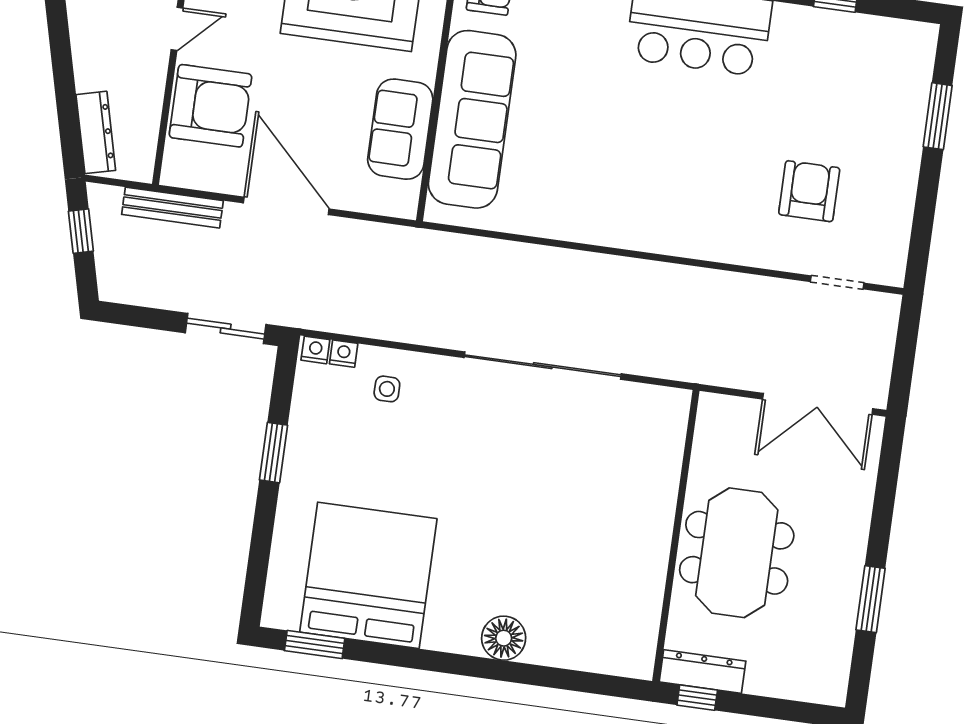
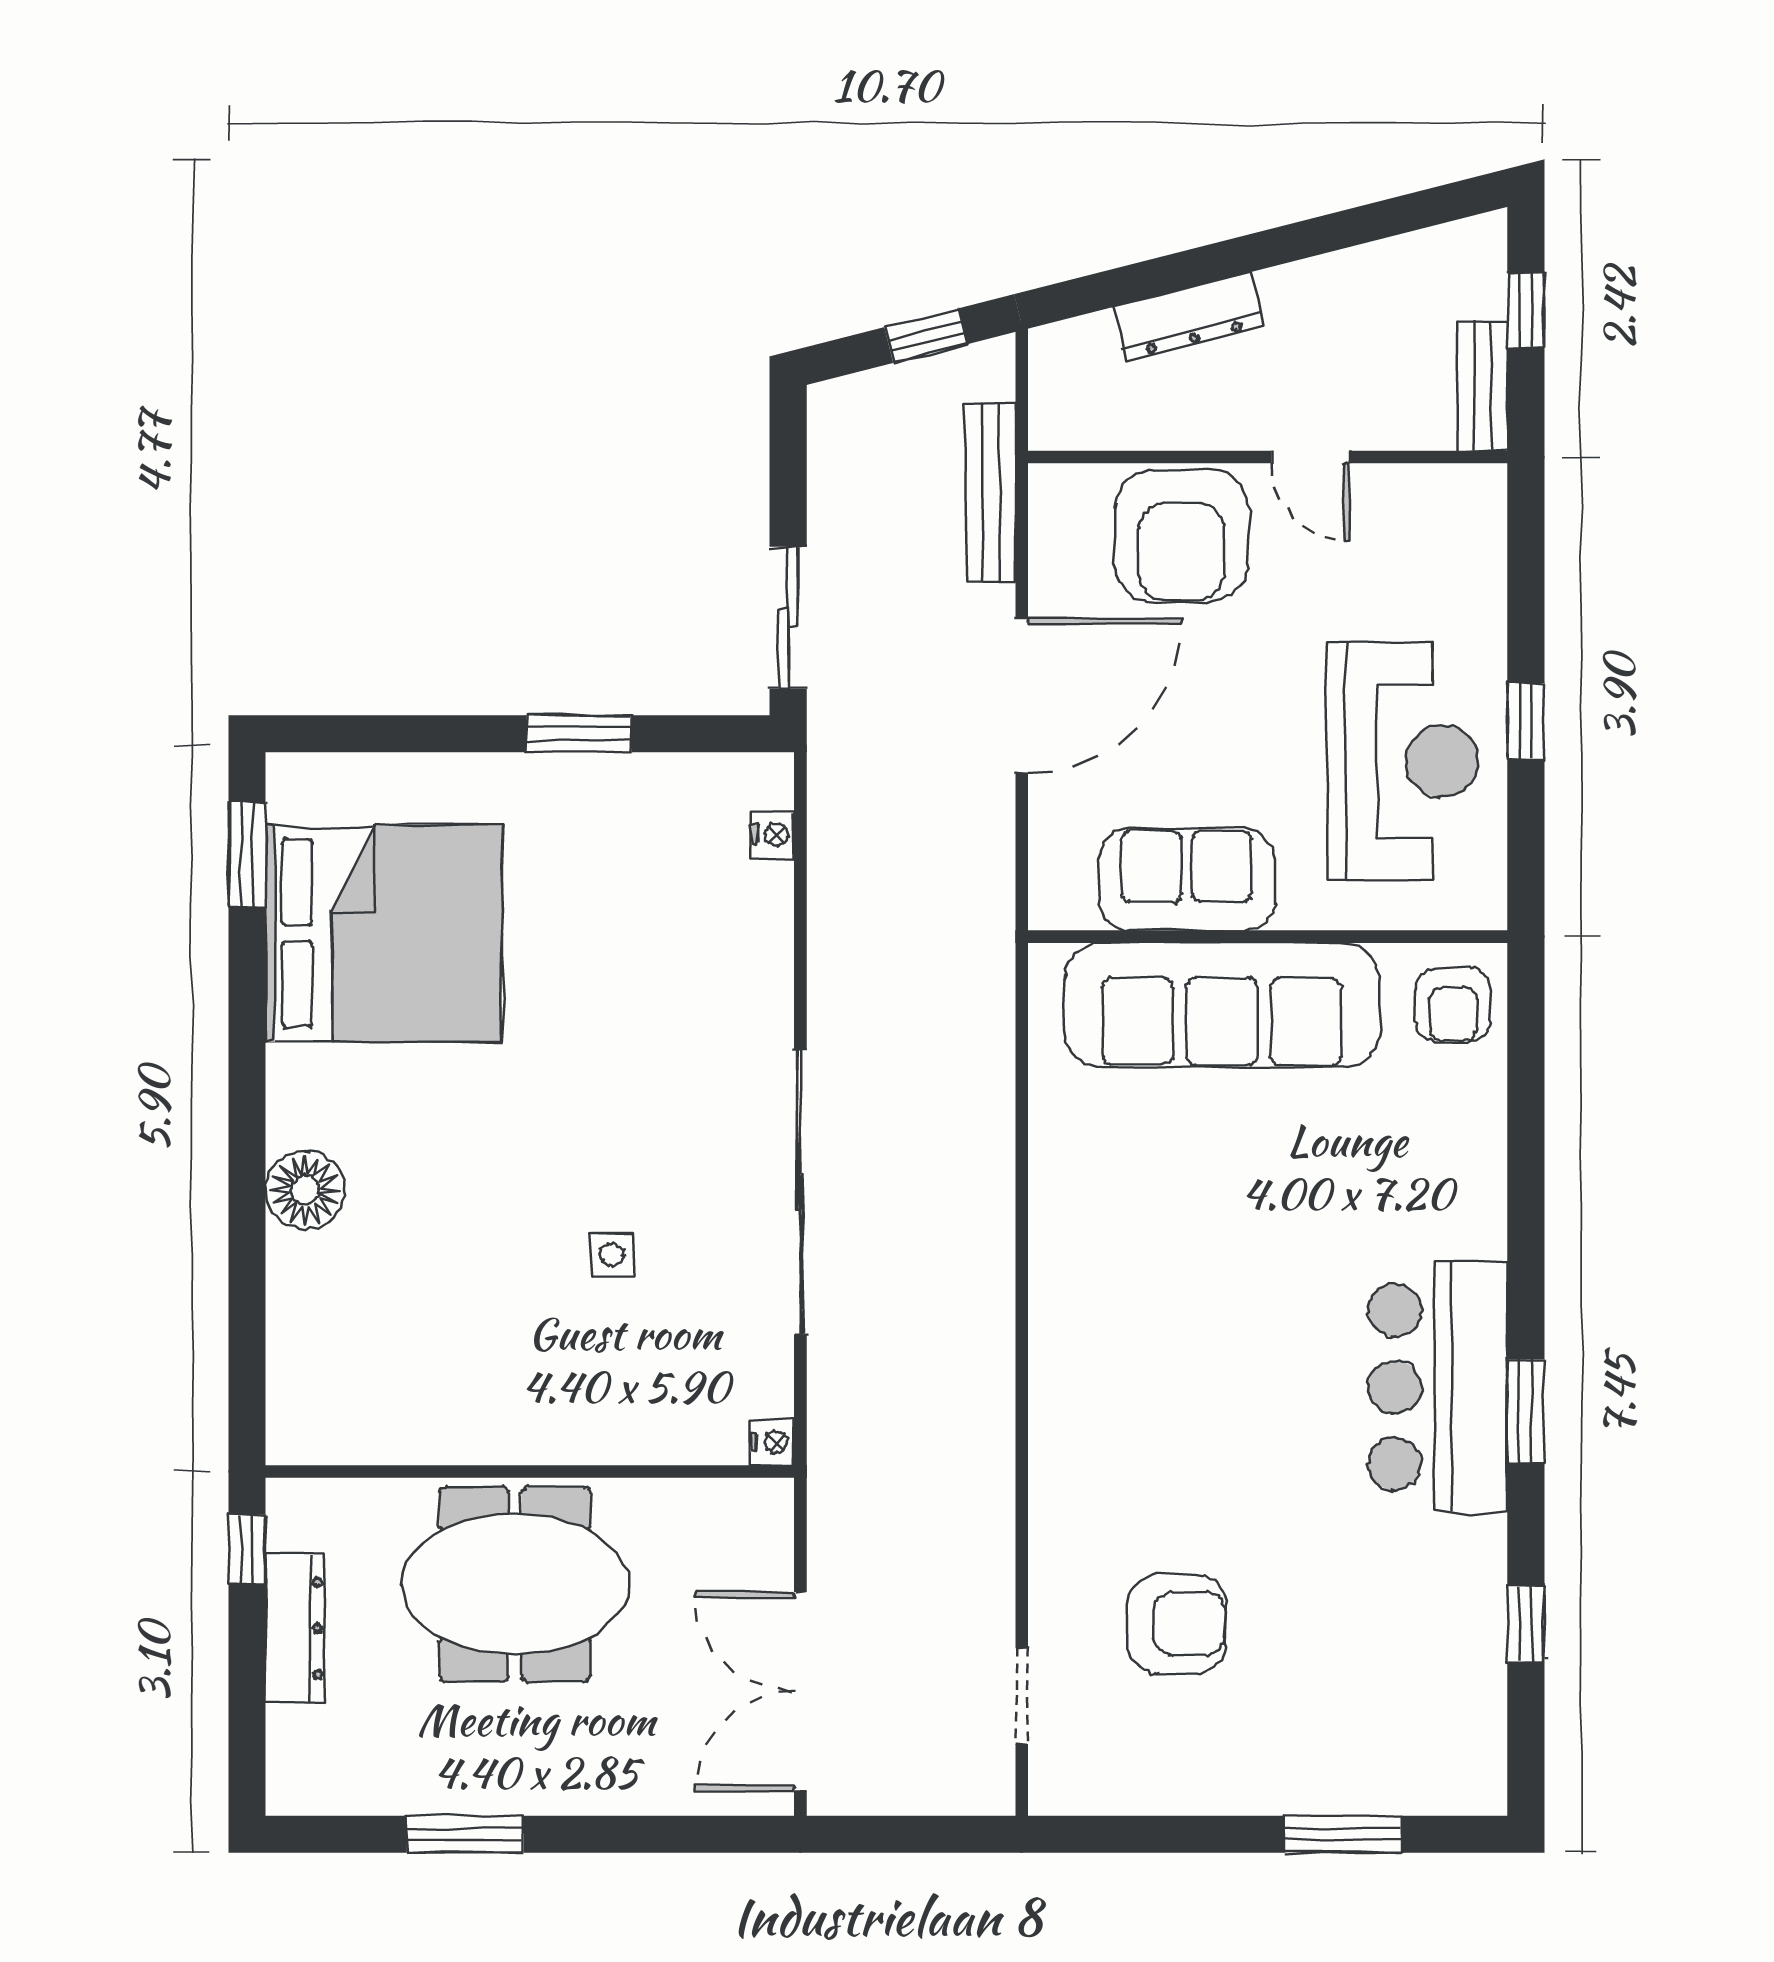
dresser: (96, 132) -> (1189, 317), moved
nightstand: (315, 350) -> (772, 1442), moved
side table: (387, 389) -> (612, 1255), moved
dresser: (702, 672) -> (295, 1629), moved

